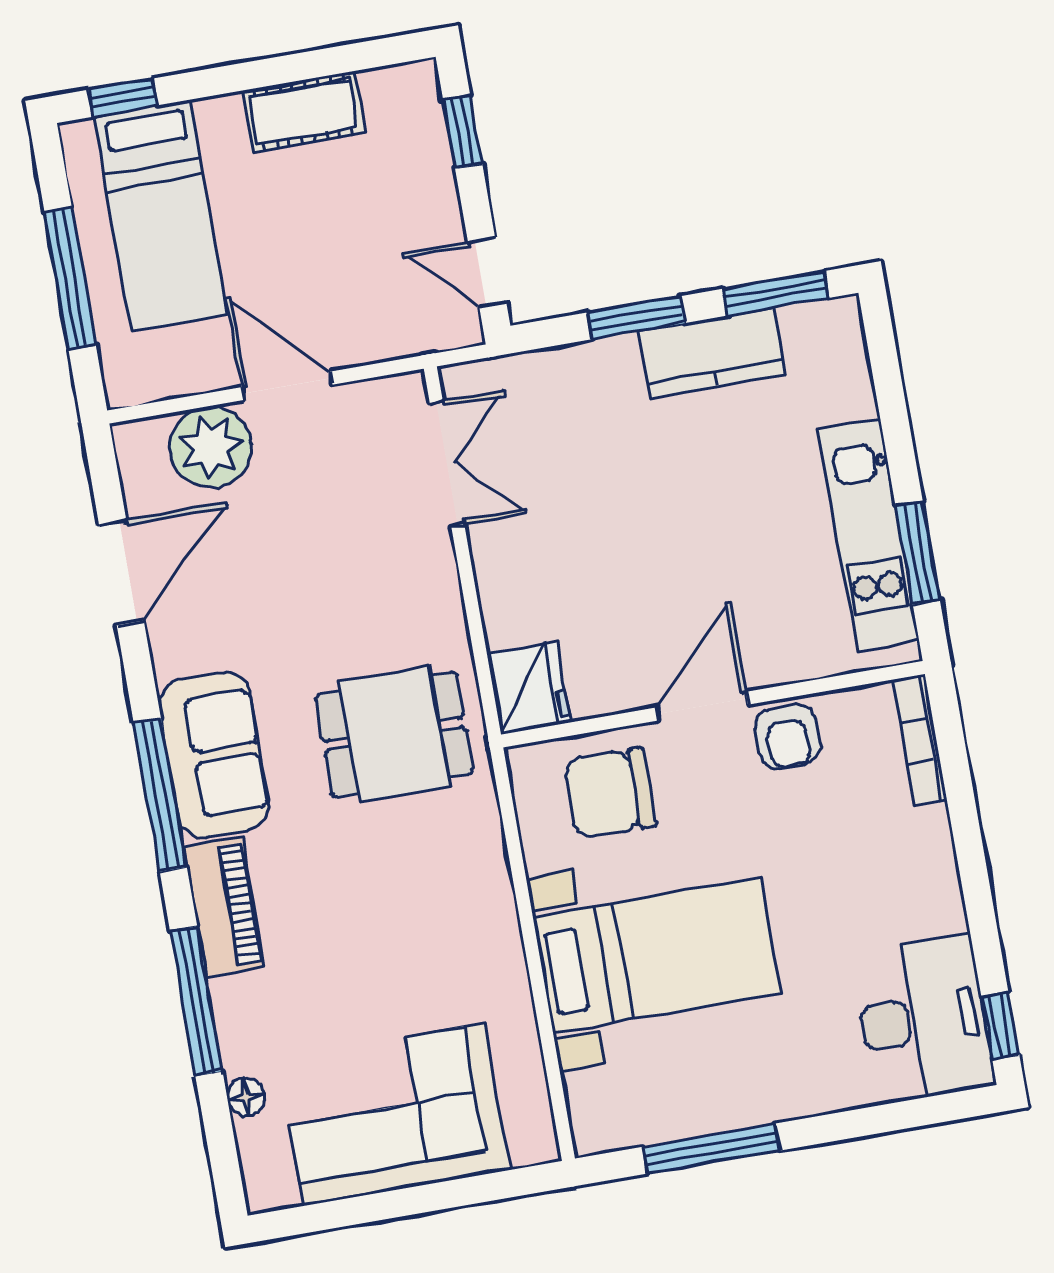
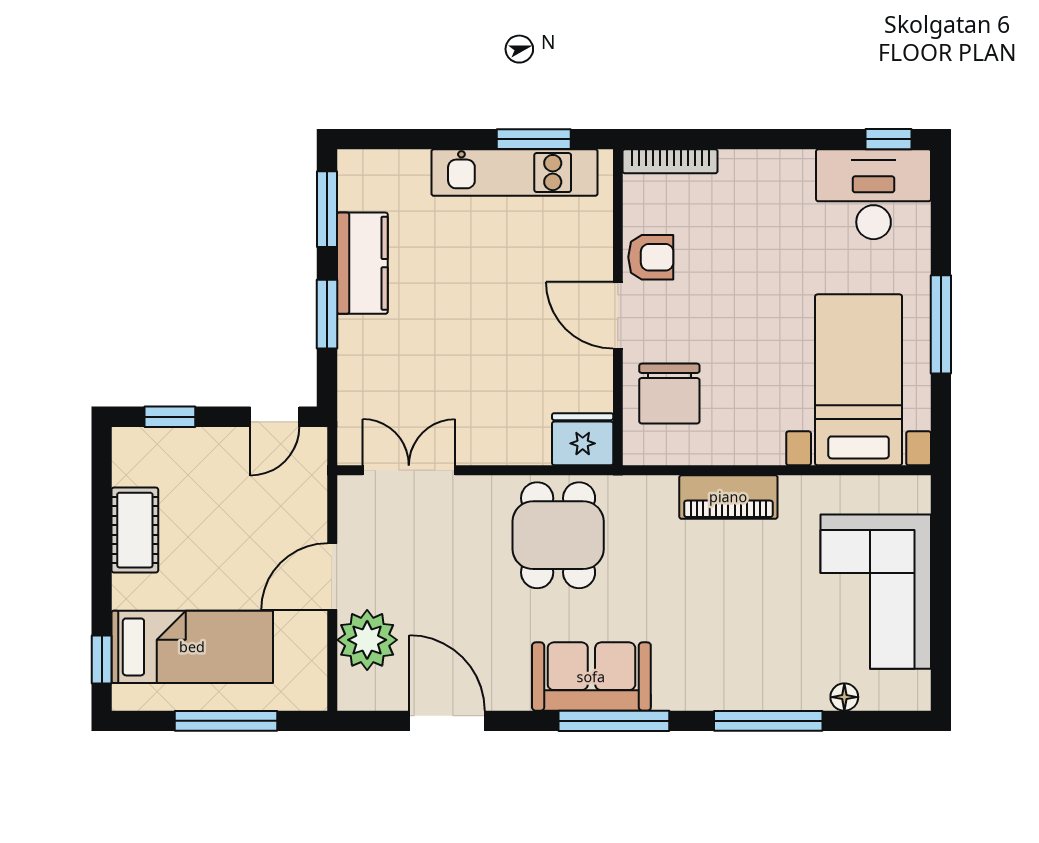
dining table: (394, 734) -> (558, 535), moved
piano: (224, 907) -> (728, 497), moved, turned 180
bed with nightstands: (657, 955) -> (859, 380), moved
window: (712, 1149) -> (941, 324), moved

